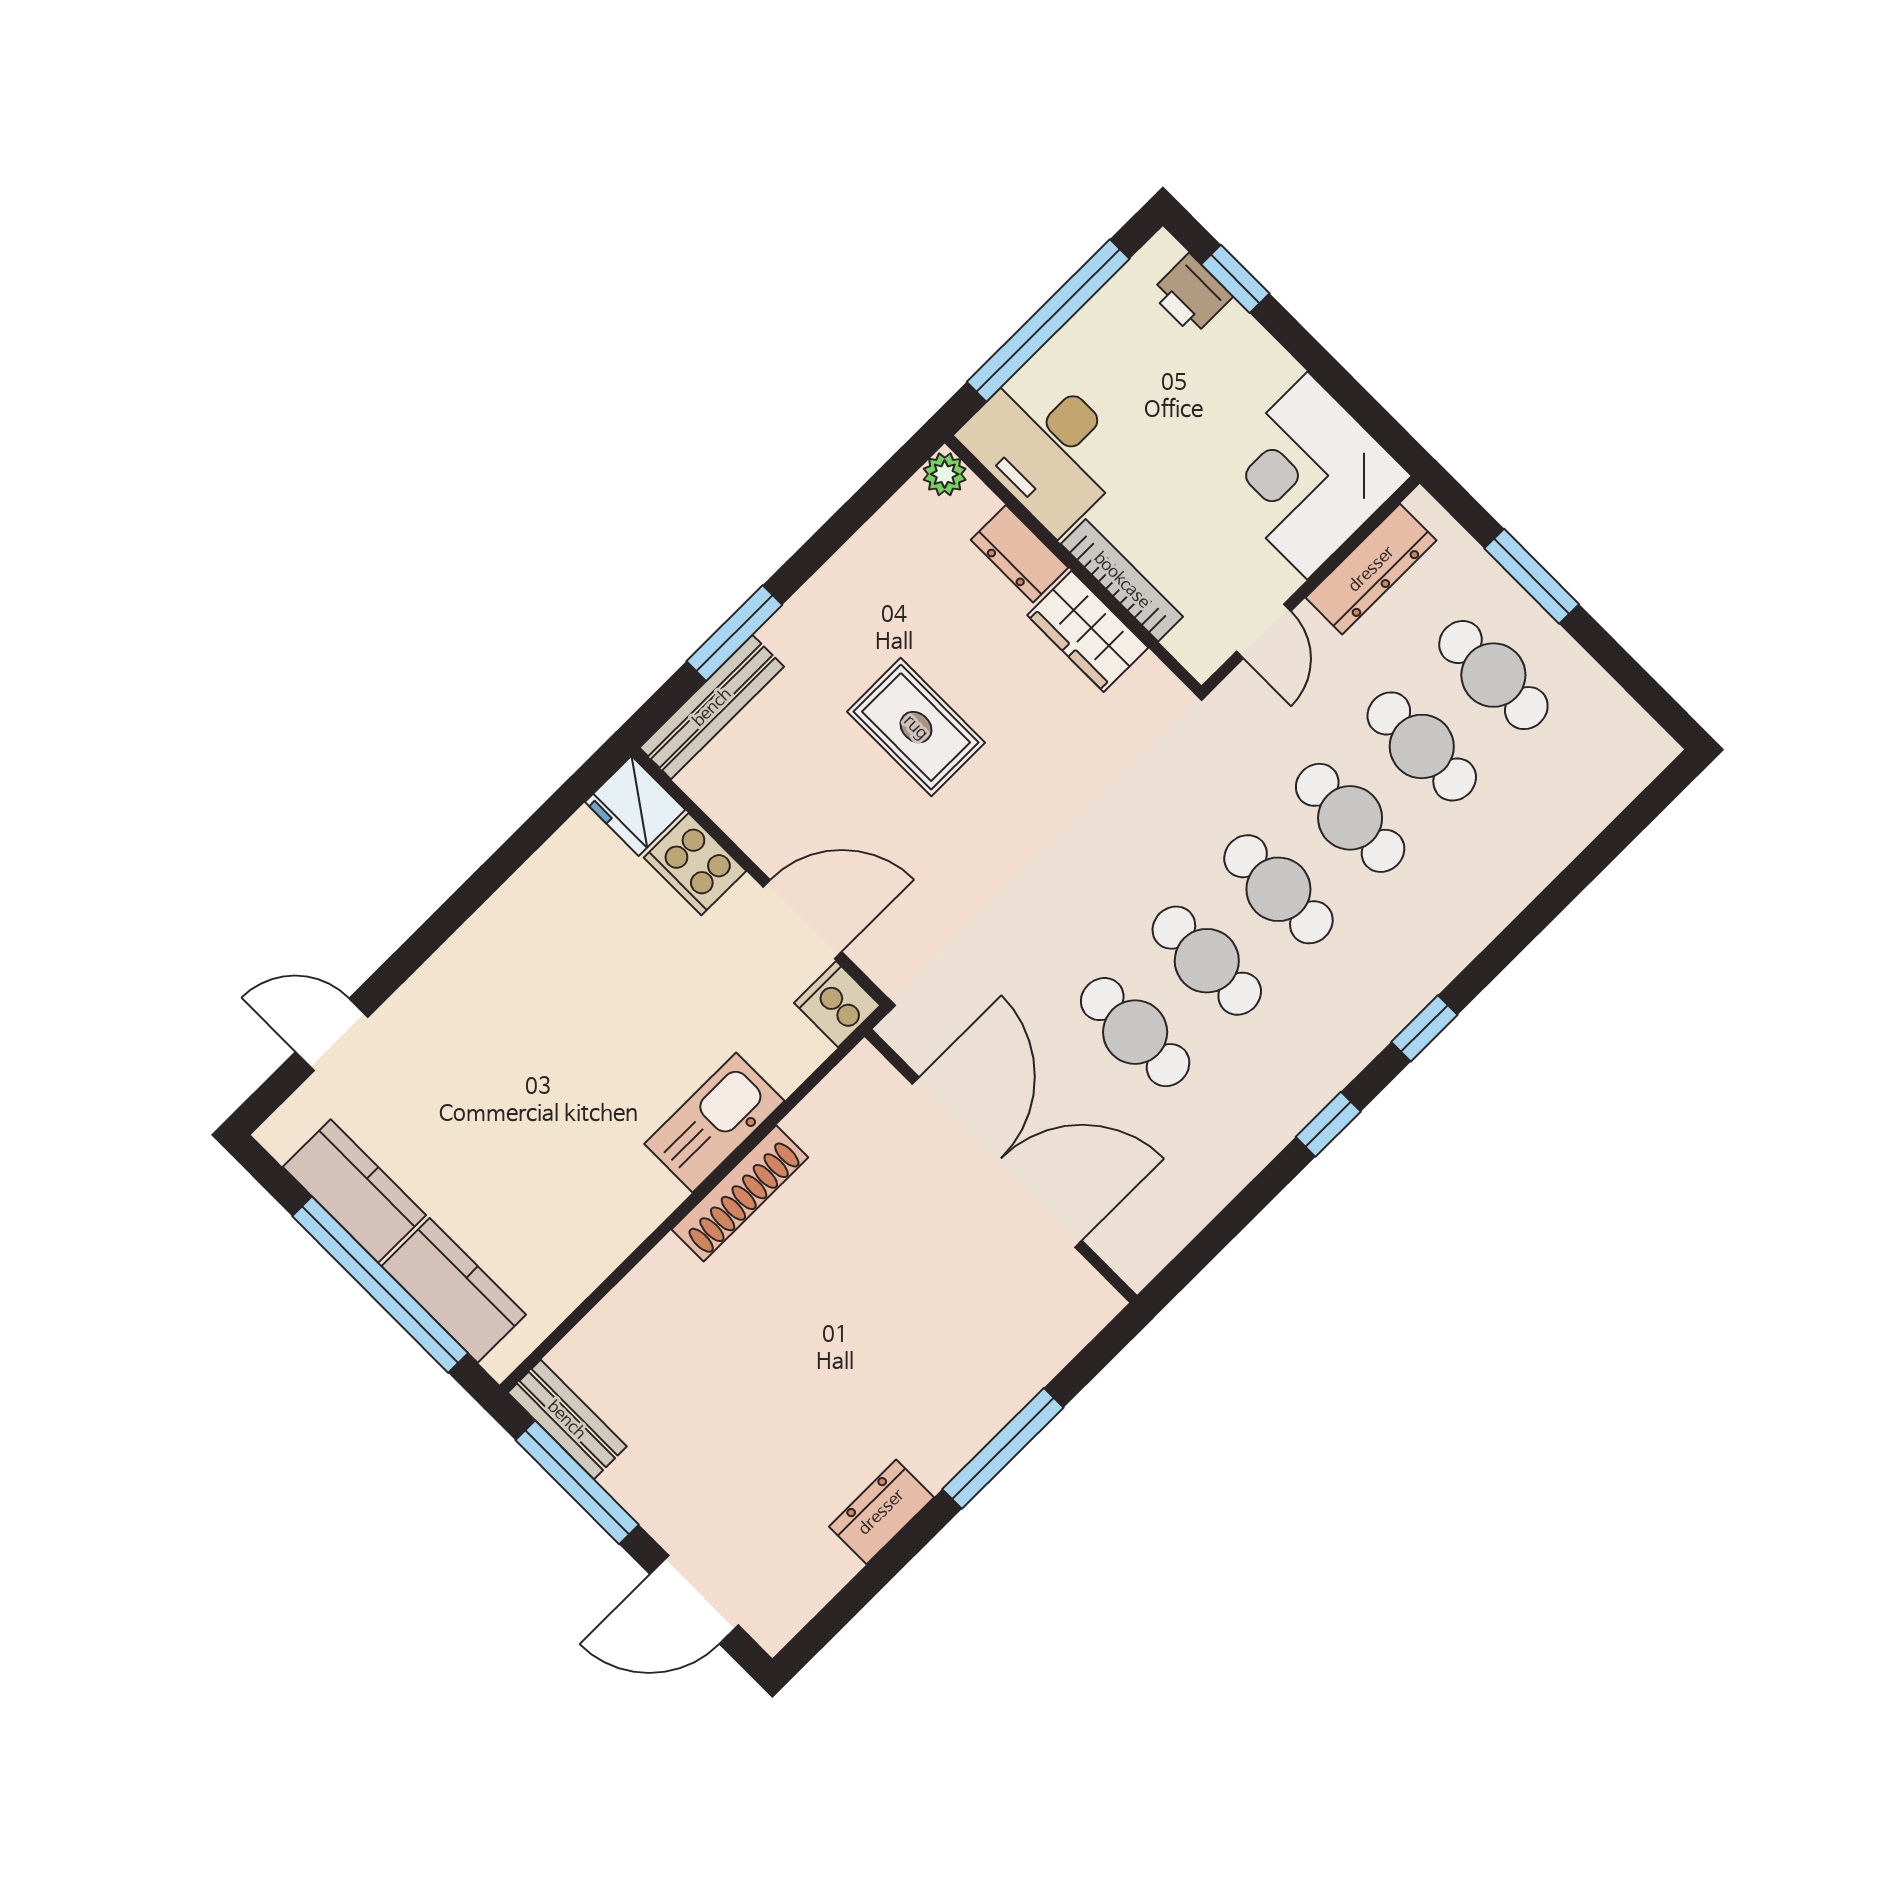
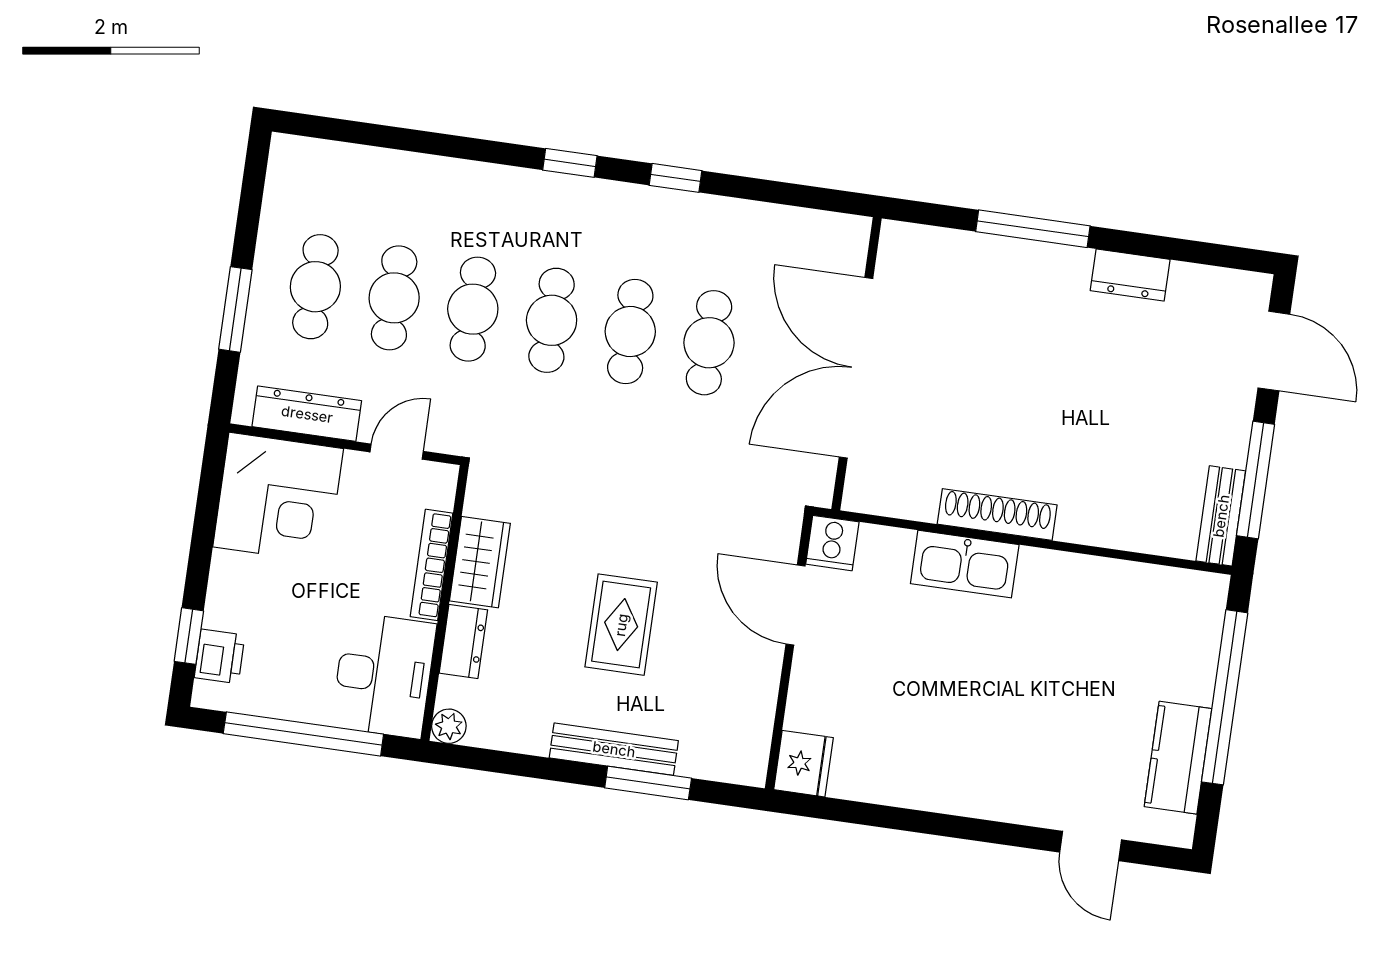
bench: (712, 707) -> (614, 749), moved
cooker: (695, 864) -> (812, 698), removed
kitchen counter: (454, 1290) -> (1193, 648), removed

